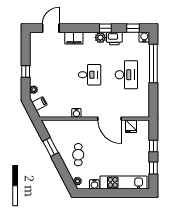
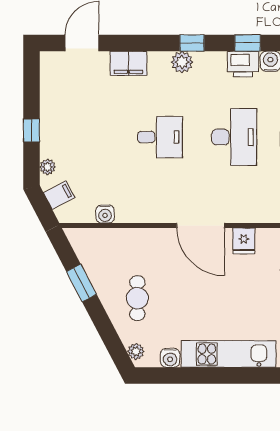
printer: (114, 38) -> (243, 64), moved
water cooler: (76, 113) -> (105, 214), moved

